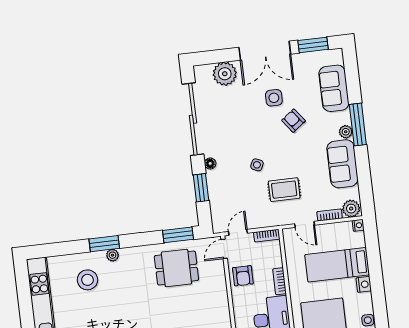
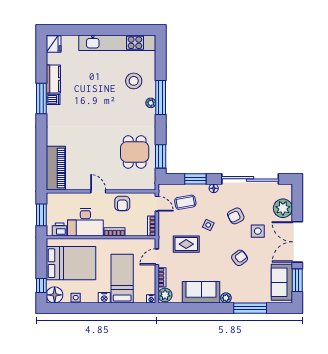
sofa: (334, 88) -> (282, 282), moved, turned -90
side table: (274, 98) -> (258, 231), moved
window: (358, 125) -> (250, 308), moved
armchair: (241, 132) -> (236, 216), added
rug: (284, 190) -> (186, 244), turned 90
coffee table: (232, 197) -> (185, 202), added
window: (104, 244) -> (161, 97), width x1.44
door: (224, 249) -> (98, 191), moved
armchair: (243, 276) -> (122, 204), turned -90

